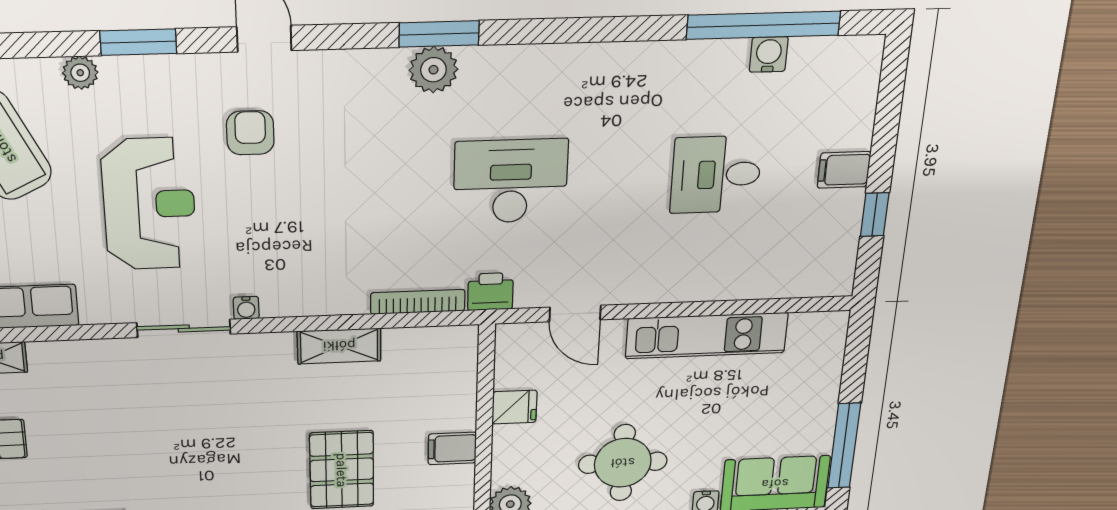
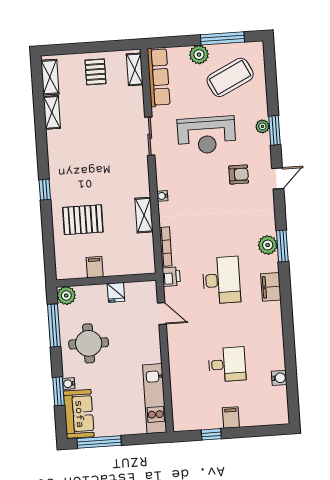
window: (763, 25) -> (291, 374), removed
filing cabinet: (540, 66) -> (271, 287), added
plant: (80, 73) -> (262, 126), moved
desk: (716, 175) -> (227, 364), turned 90
water cooler: (246, 308) -> (162, 196), moved
door: (575, 314) -> (162, 314), swing flipped
sliding door: (184, 328) -> (150, 136), moved
kitchen unit: (707, 336) -> (155, 399), moved

